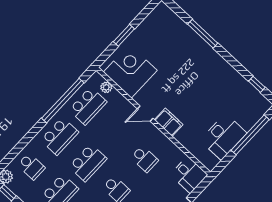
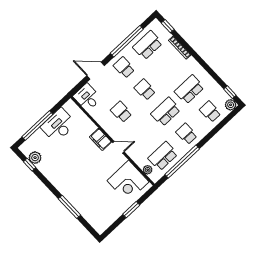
plant: (251, 94) -> (35, 158), added
school desk: (60, 136) -> (187, 134), width x0.54

